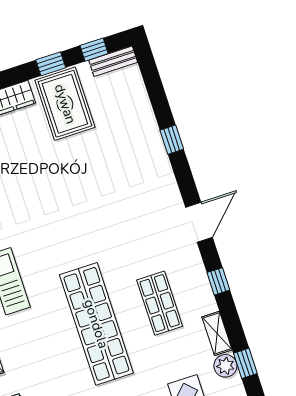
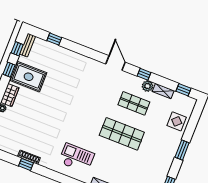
window: (172, 140) -> (54, 39), moved
shop shelf: (96, 324) -> (122, 134), width x0.71
plant: (225, 366) -> (148, 86), moved

